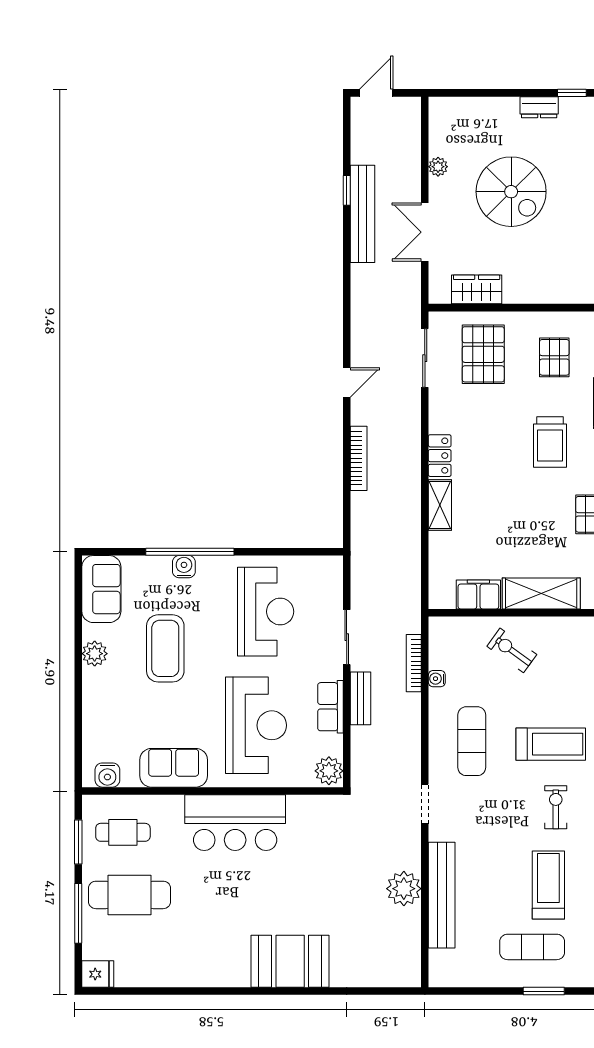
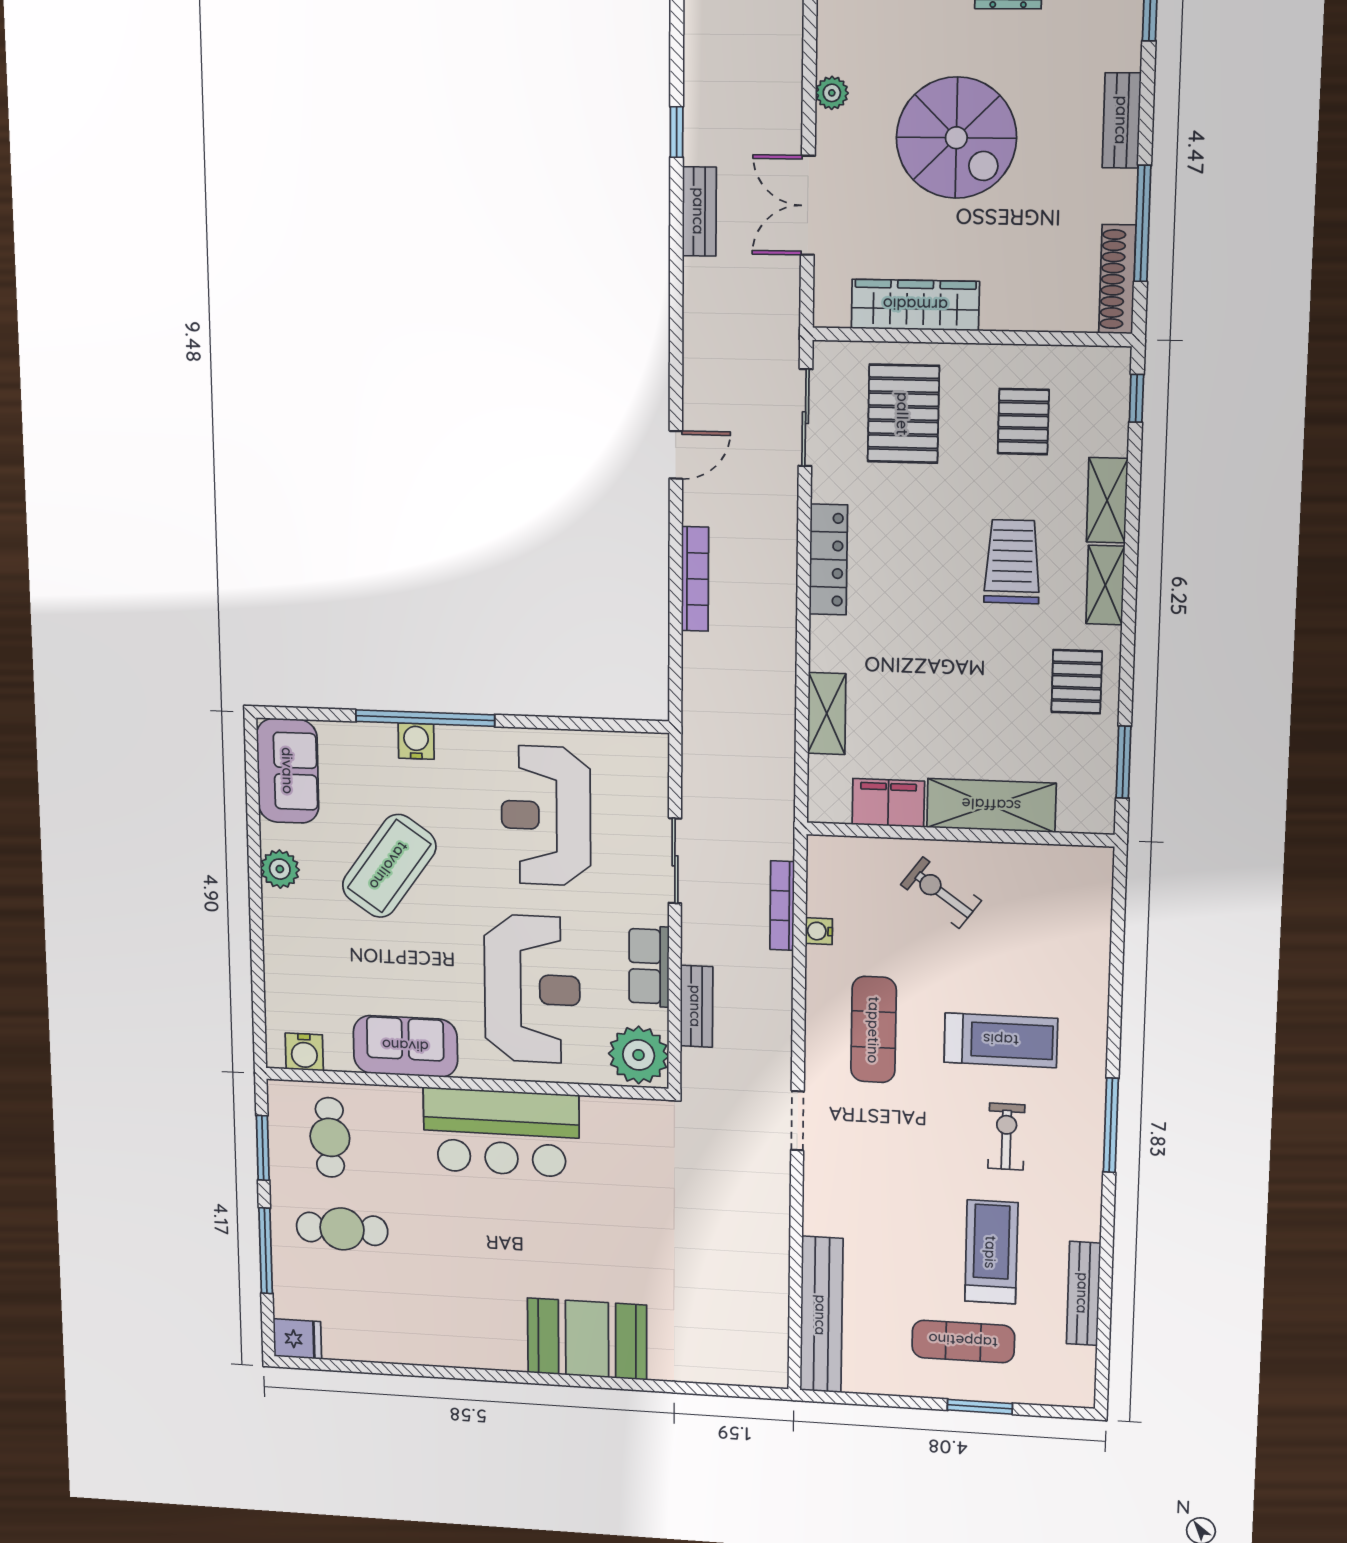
bench: (362, 214) -> (699, 211), width x0.54, depth x0.82
wardrobe: (477, 289) -> (915, 305), width x1.50
trolley: (550, 442) -> (1012, 562), turned 180
locker: (440, 456) -> (828, 560), width x1.53
shelving: (440, 505) -> (827, 714), moved
reception desk: (266, 612) -> (546, 816), turned 180
coffee table: (165, 648) -> (389, 866), turned 35
bench: (361, 698) -> (696, 1006), moved
plant: (329, 771) -> (639, 1055), width x1.36, depth x1.36
cafe table: (123, 832) -> (330, 1137), turned 90
plant: (404, 889) -> (763, 1244), removed
cafe table: (130, 895) -> (342, 1229), width x0.73, depth x0.74
bench: (442, 895) -> (821, 1315), moved

